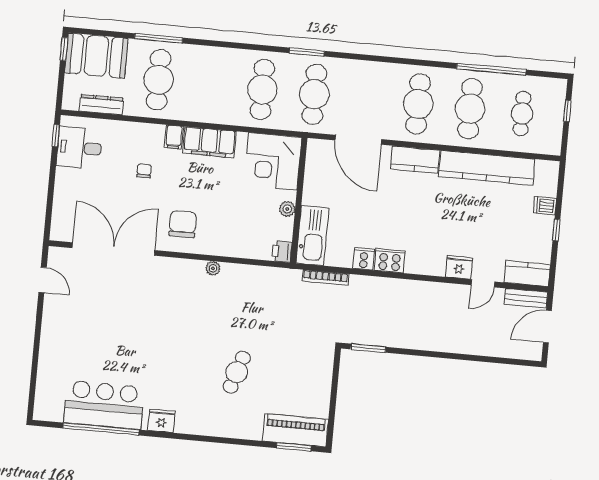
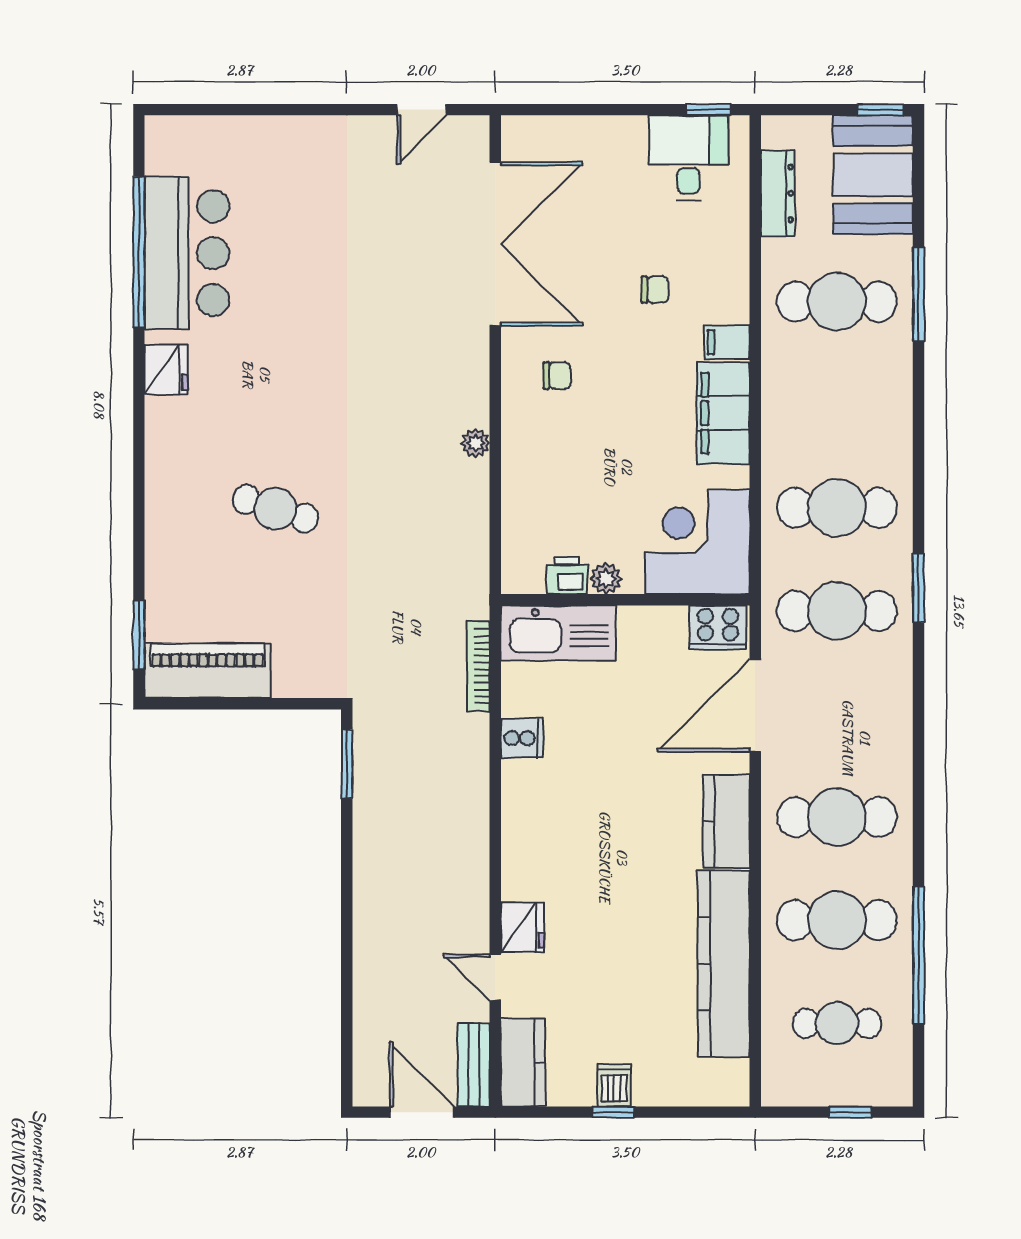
dishwasher: (545, 206) -> (614, 1085), moved
chair: (183, 224) -> (557, 376), width x0.54, depth x0.54
printer: (282, 252) -> (567, 576), moved
cooker: (390, 261) -> (718, 627), moved, turned 90
piano: (295, 430) -> (208, 671), moved, turned -90

